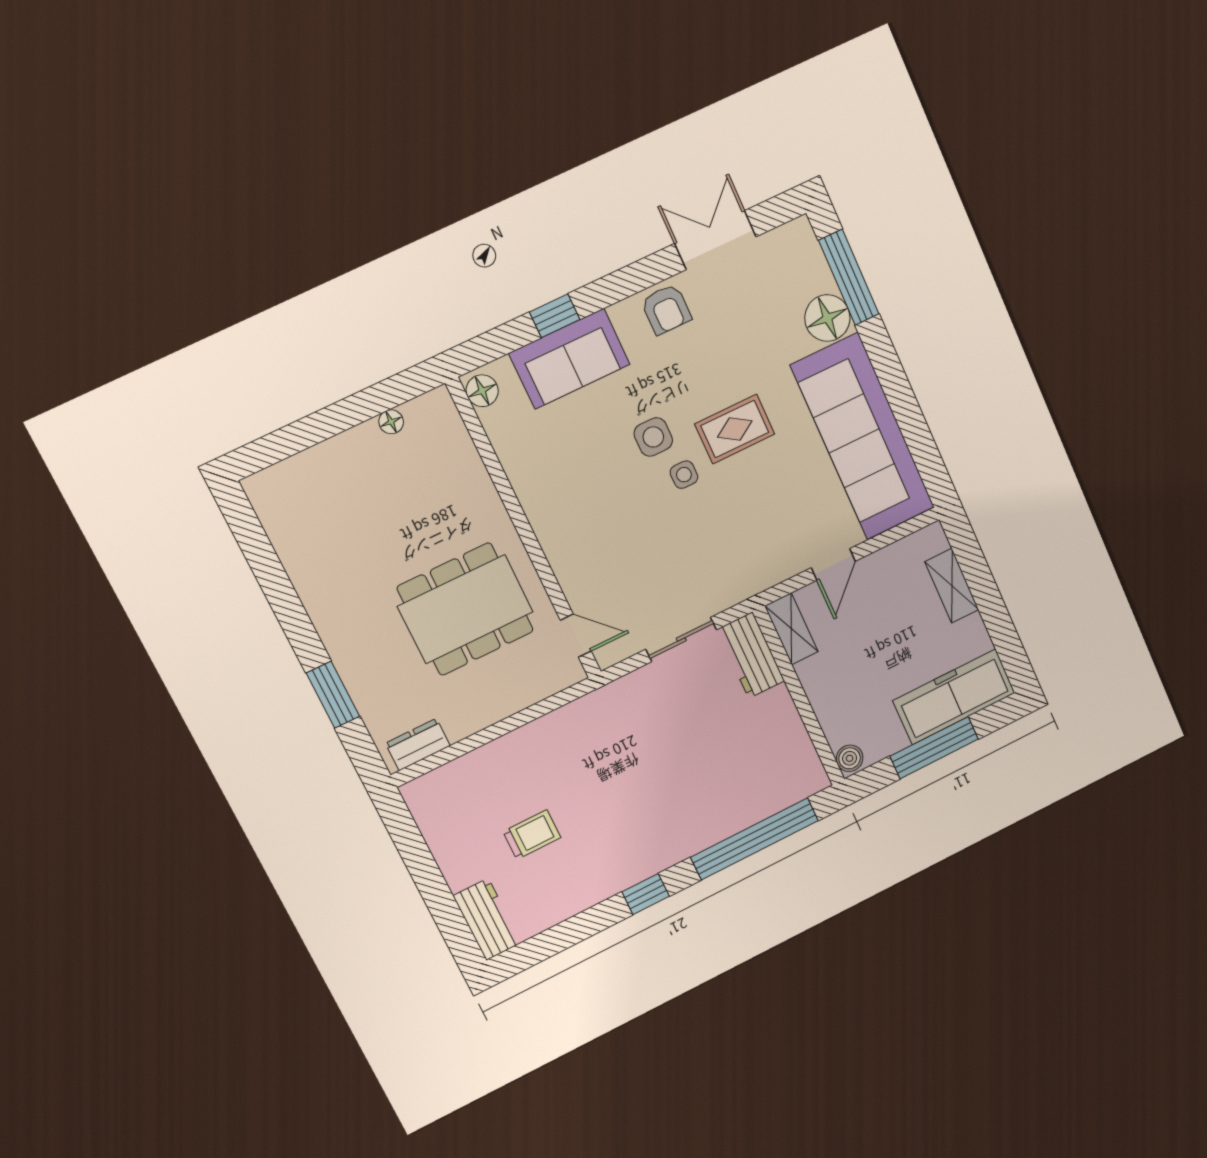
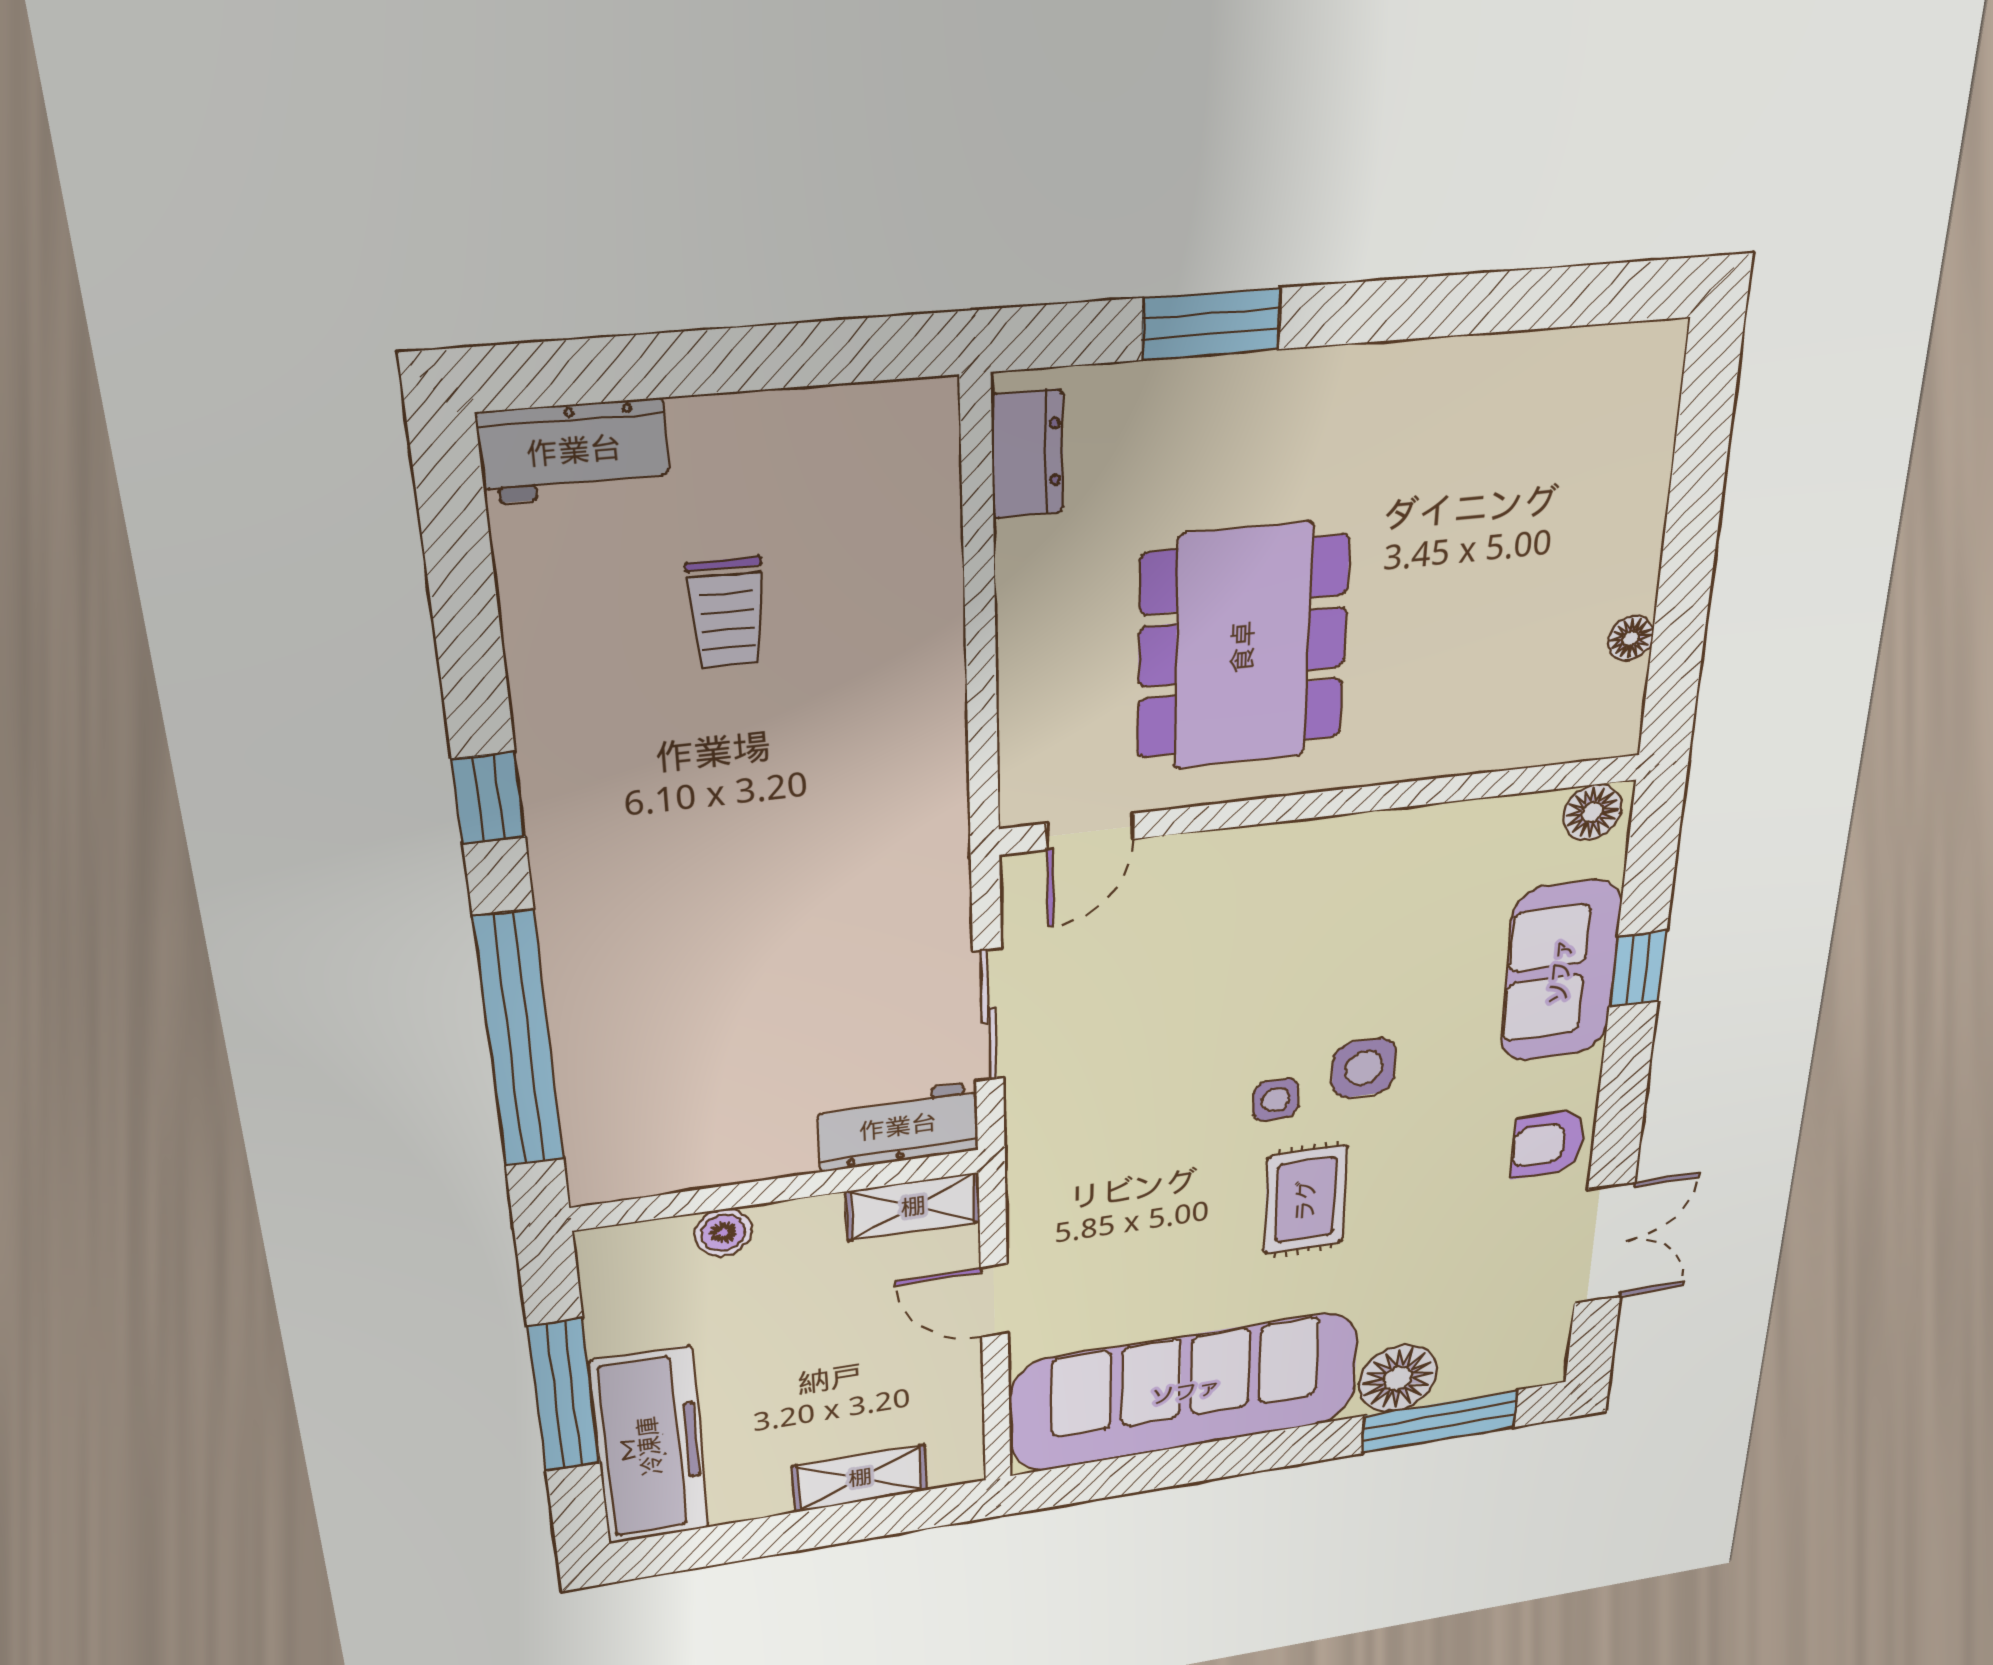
boiler: (850, 758) -> (723, 1233), moved

